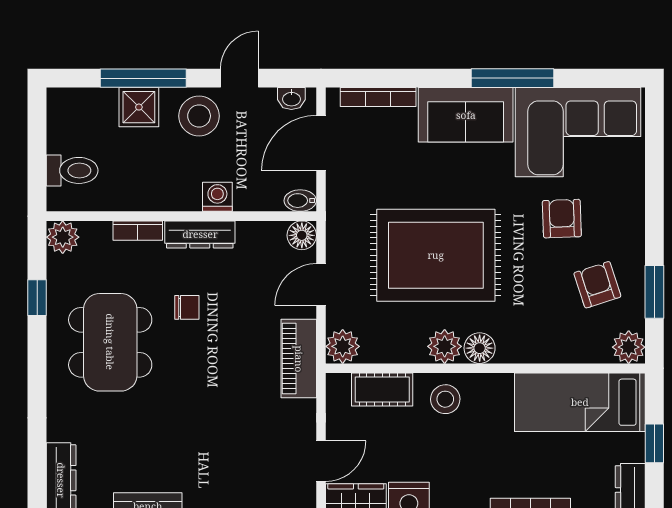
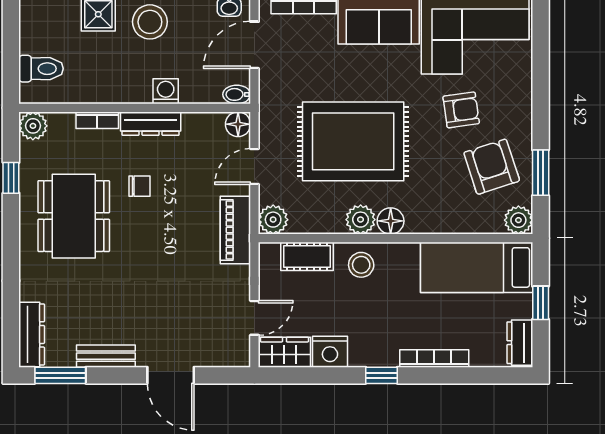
armchair: (562, 219) -> (461, 110), turned 84
armchair: (597, 285) -> (492, 167), width x1.38, depth x1.38

